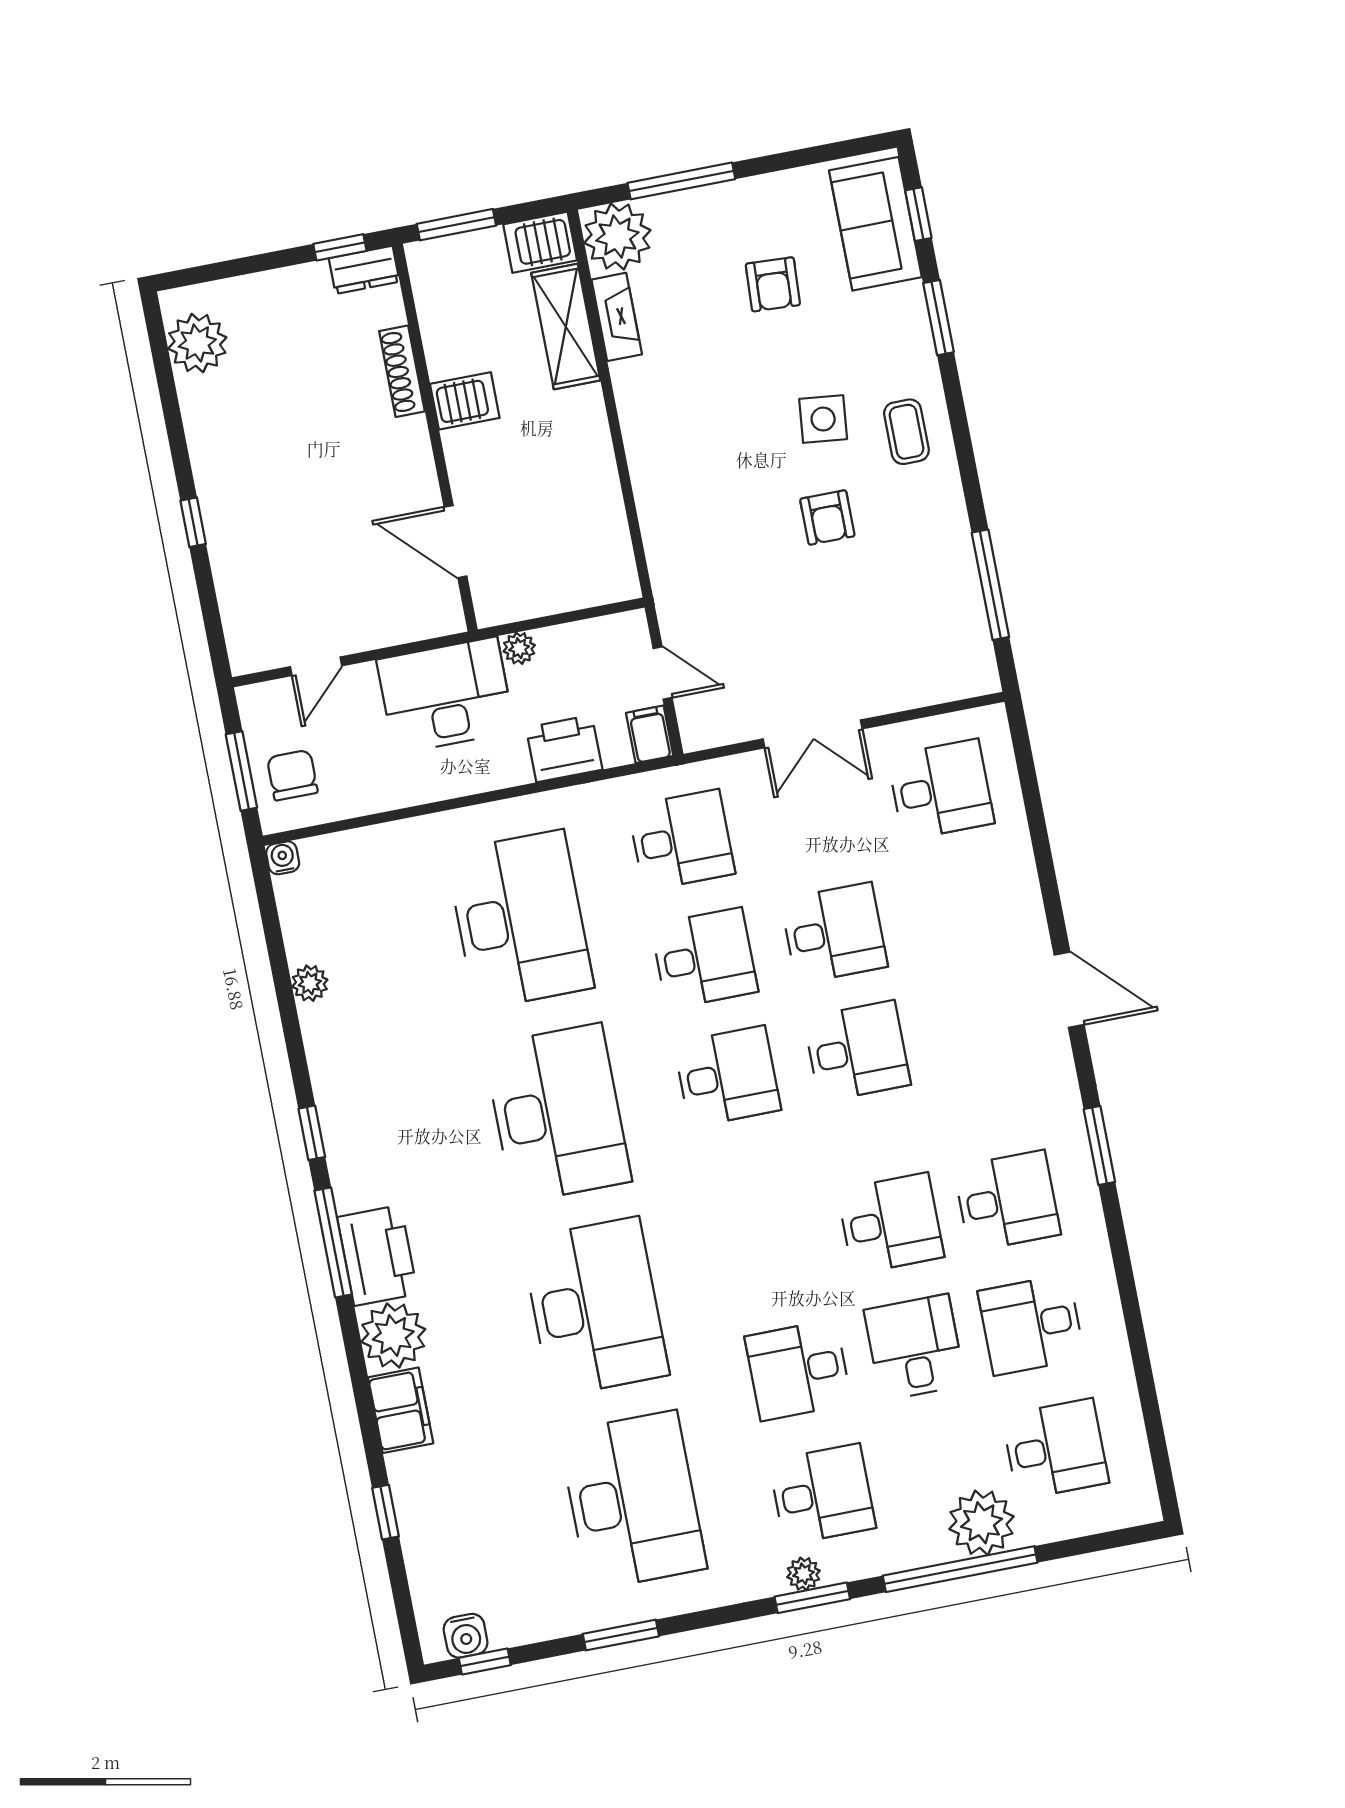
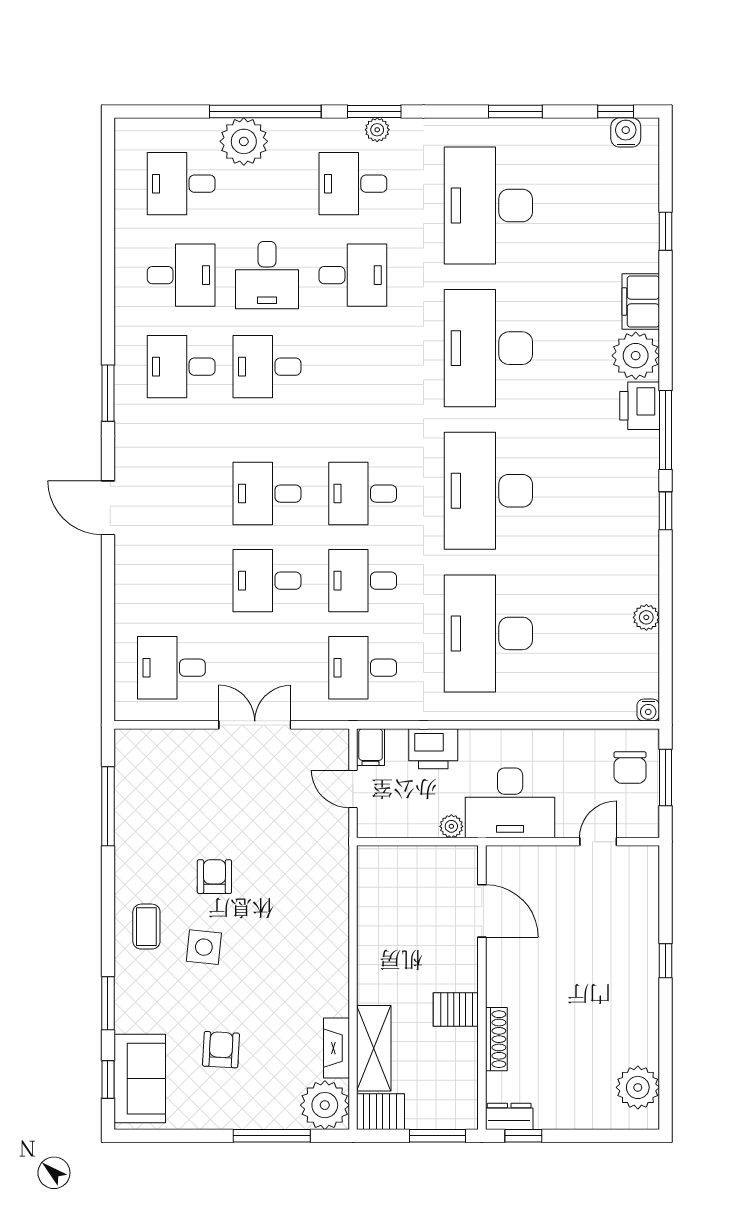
printer: (377, 1255) -> (640, 406), width x0.73, depth x0.84

